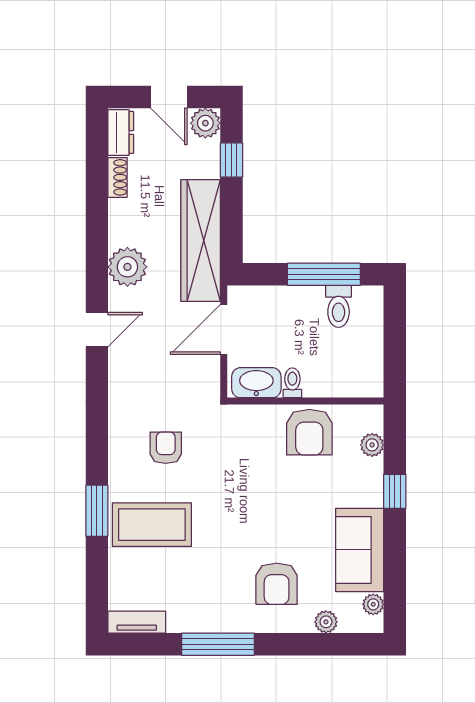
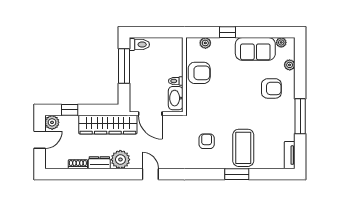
dresser: (121, 132) -> (99, 163), moved
toilet: (339, 306) -> (139, 45), moved
armchair: (166, 448) -> (207, 141), turned 90

